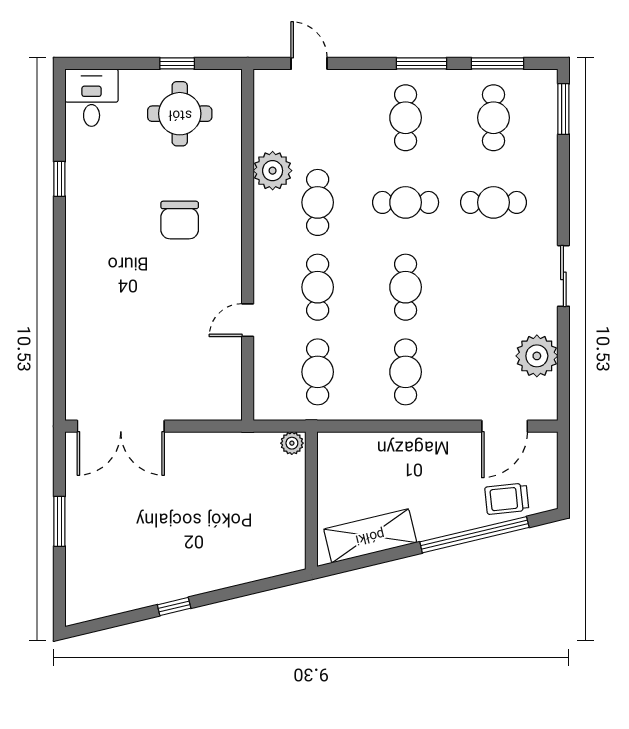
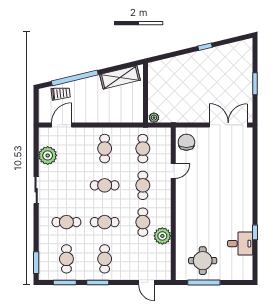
window: (177, 63) -> (204, 282), width x2.17
desk: (92, 98) -> (240, 244), moved, turned -90
chair: (180, 220) -> (186, 142), moved
cafe table: (406, 287) -> (105, 185), turned 90

